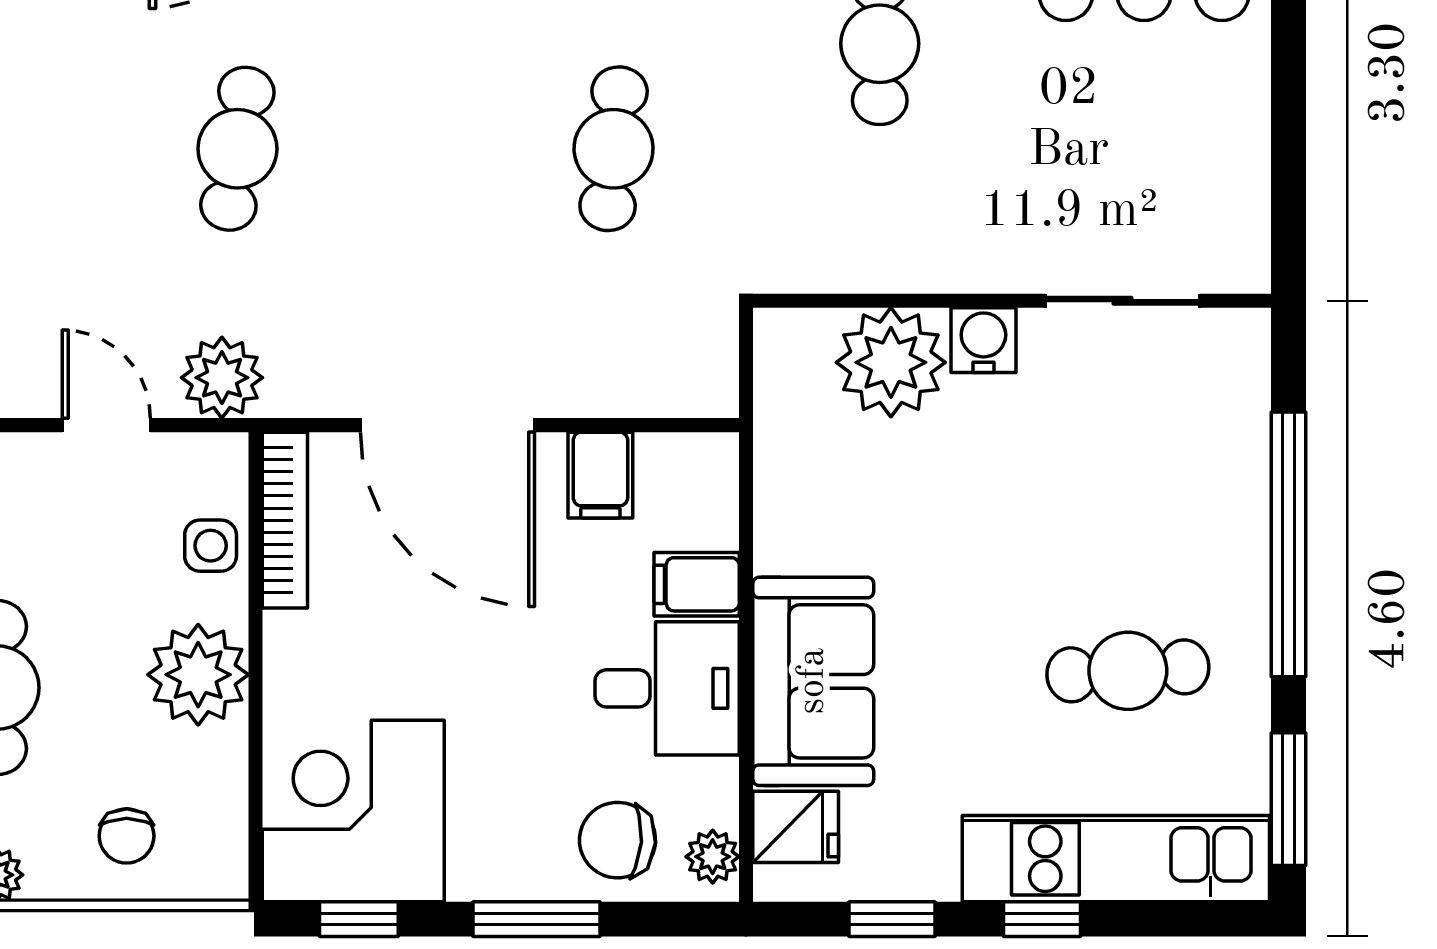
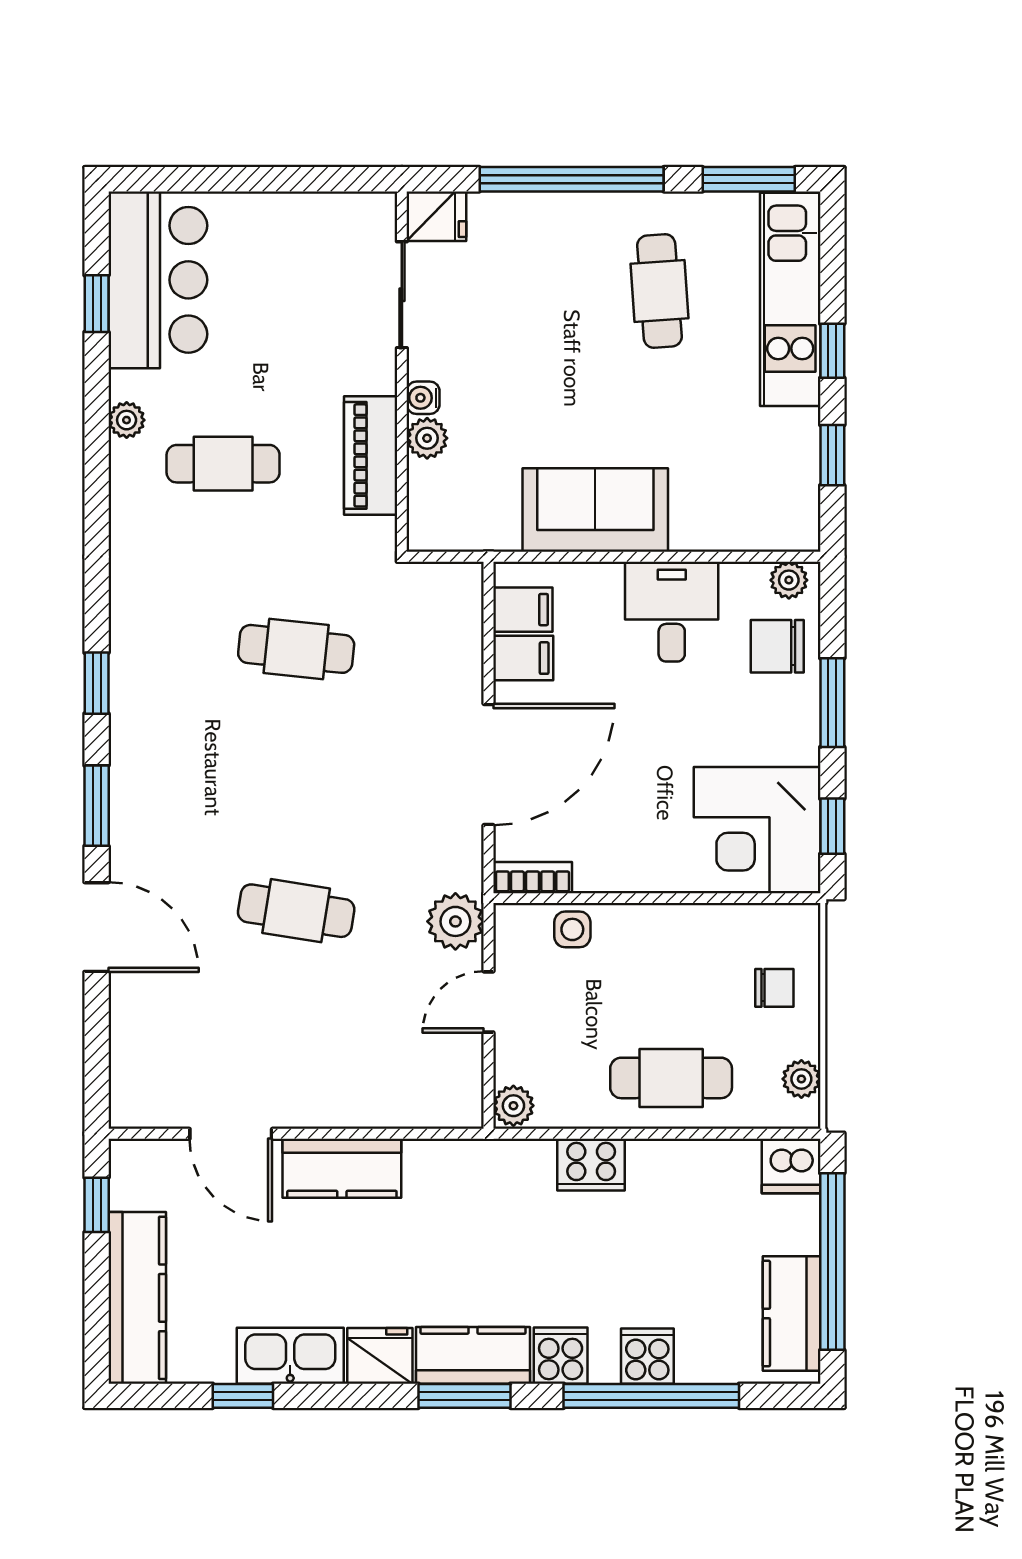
piano: (892, 256) -> (371, 455), added
water cooler: (983, 340) -> (423, 398), width x0.72, depth x0.72
plant: (891, 362) -> (427, 438), width x0.53, depth x0.53
bookcase: (285, 520) -> (533, 878), width x0.64
filing cabinet: (697, 584) -> (523, 610), moved, turned -90
plant: (198, 675) -> (662, 938), removed
sofa: (813, 681) -> (595, 510), moved
fridge: (796, 827) -> (436, 216), moved, turned 90
chair: (617, 840) -> (777, 646), turned 86

